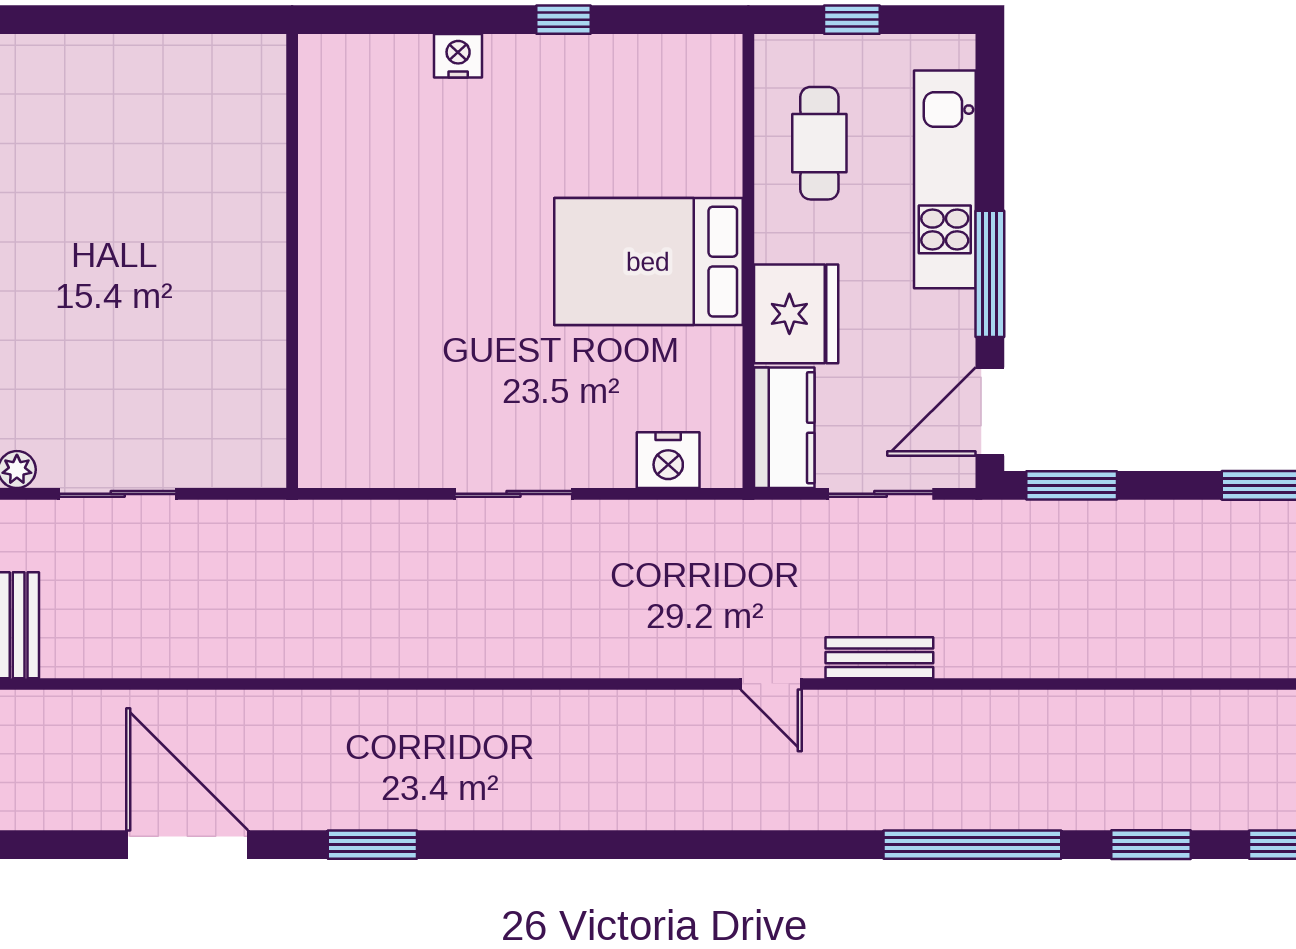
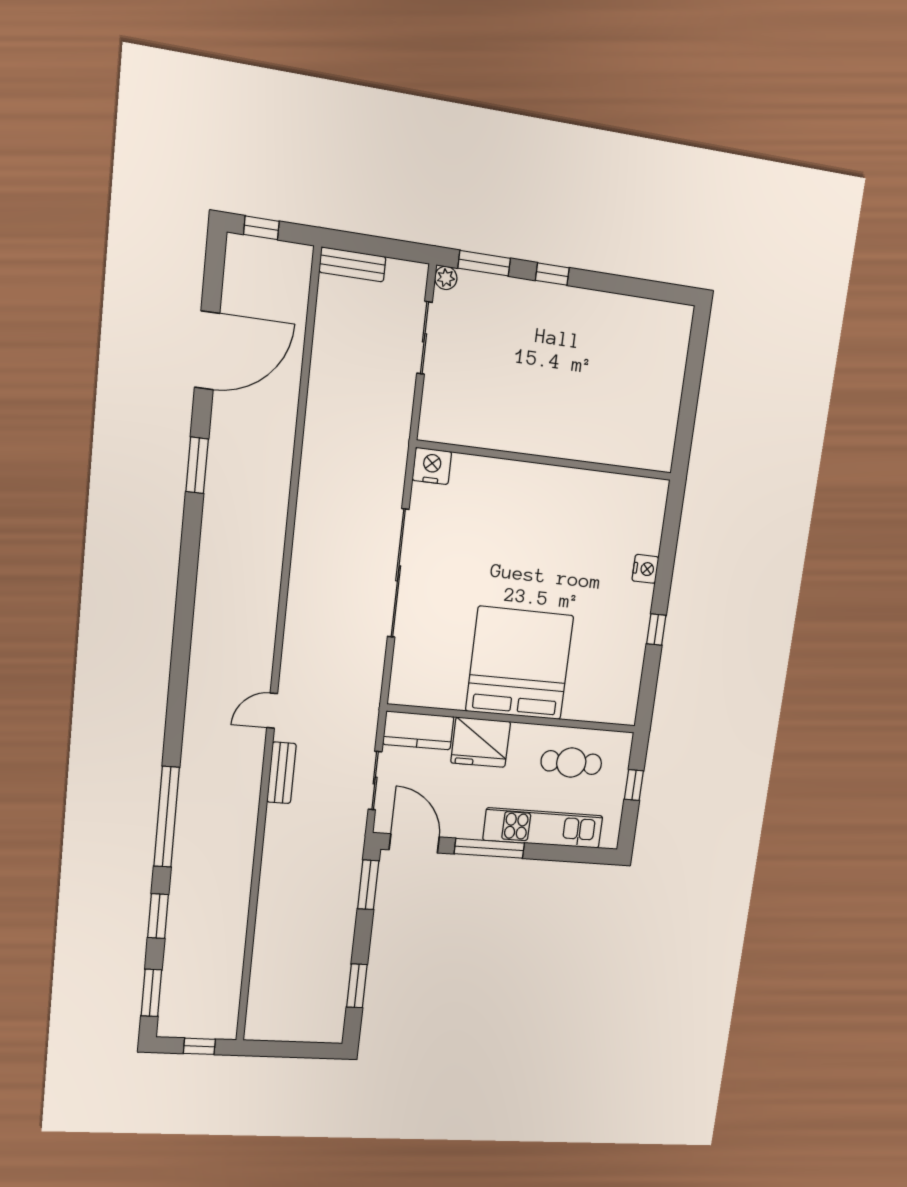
bed: (648, 262) -> (520, 663), width x1.36
nightstand: (668, 460) -> (432, 466), moved, turned 90
sliding door: (513, 494) -> (398, 573), width x1.86

